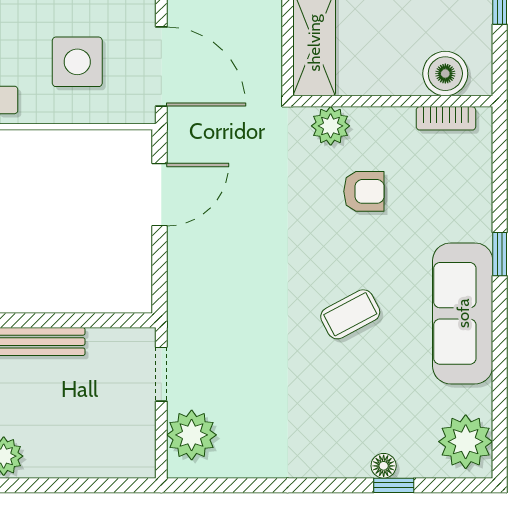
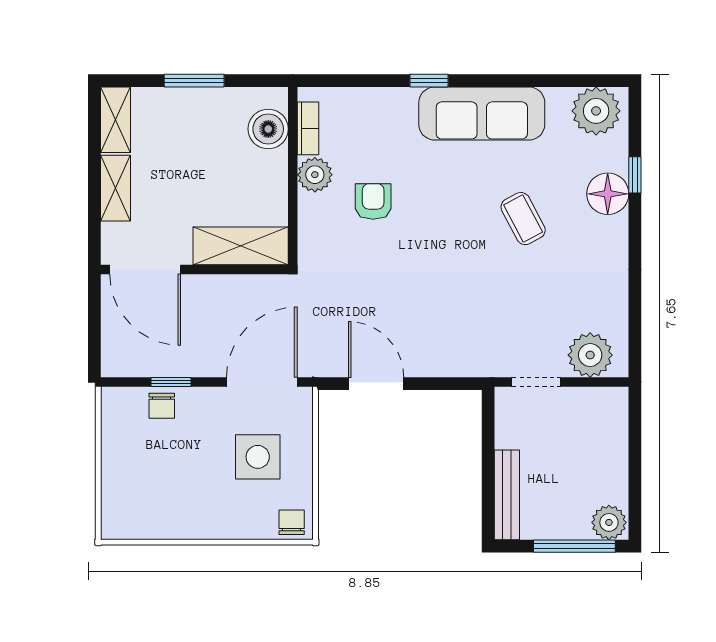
plant: (331, 126) -> (315, 175), moved
coffee table: (350, 314) -> (523, 219), moved
floor lamp: (384, 466) -> (608, 194), width x1.89, depth x1.89

